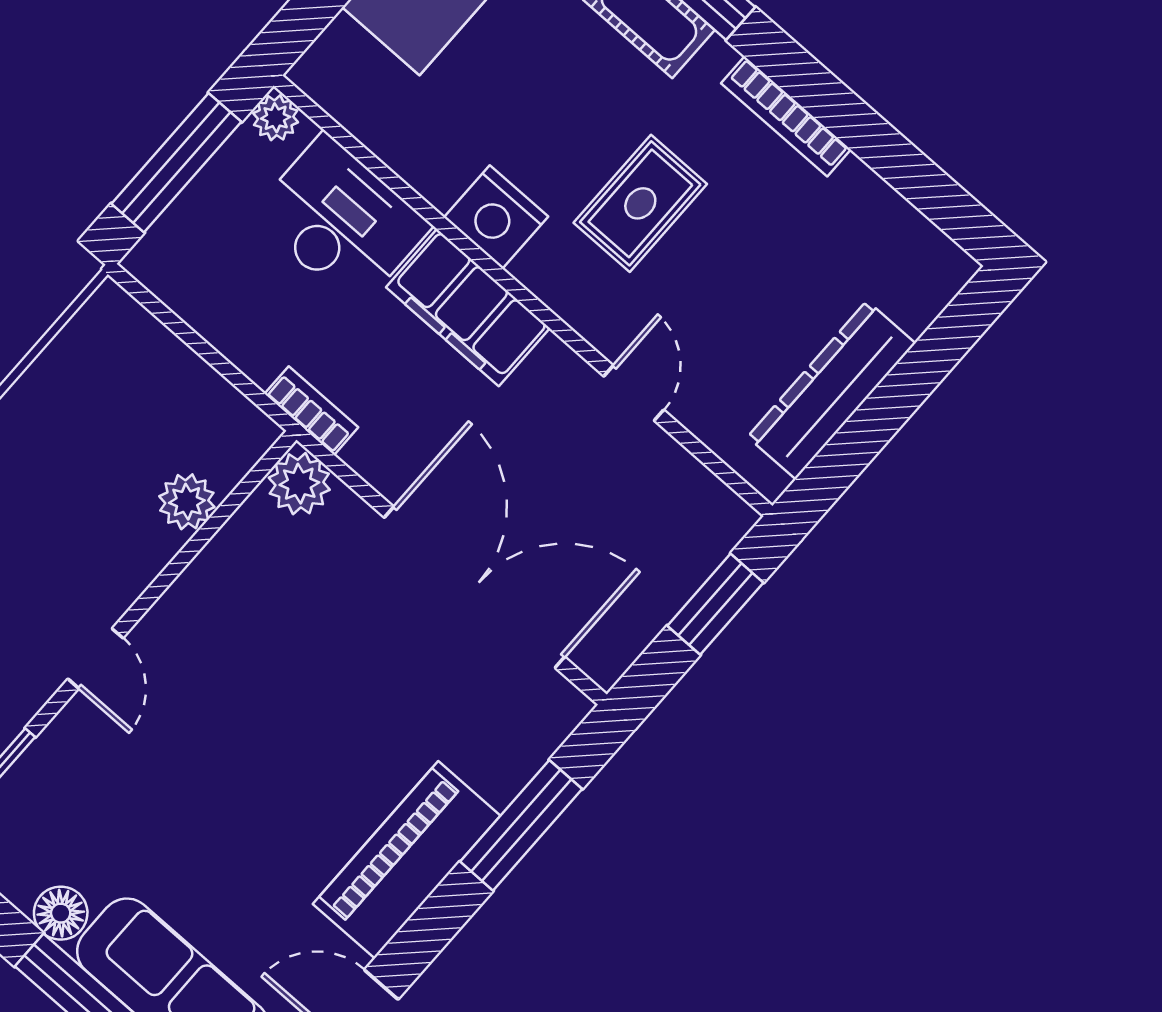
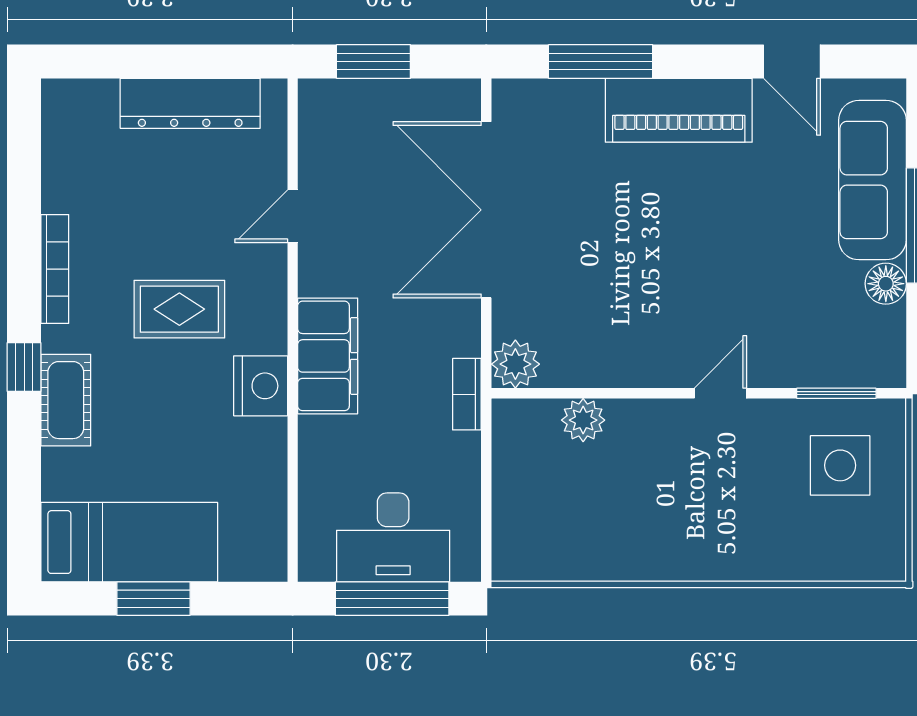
plant: (276, 118) -> (315, 564), removed
desk: (341, 221) -> (393, 537), moved, turned -90

